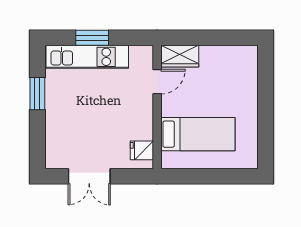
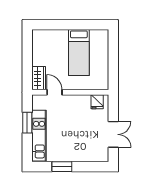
window: (92, 38) -> (27, 123), moved
bed: (198, 134) -> (79, 52), moved, turned 180

